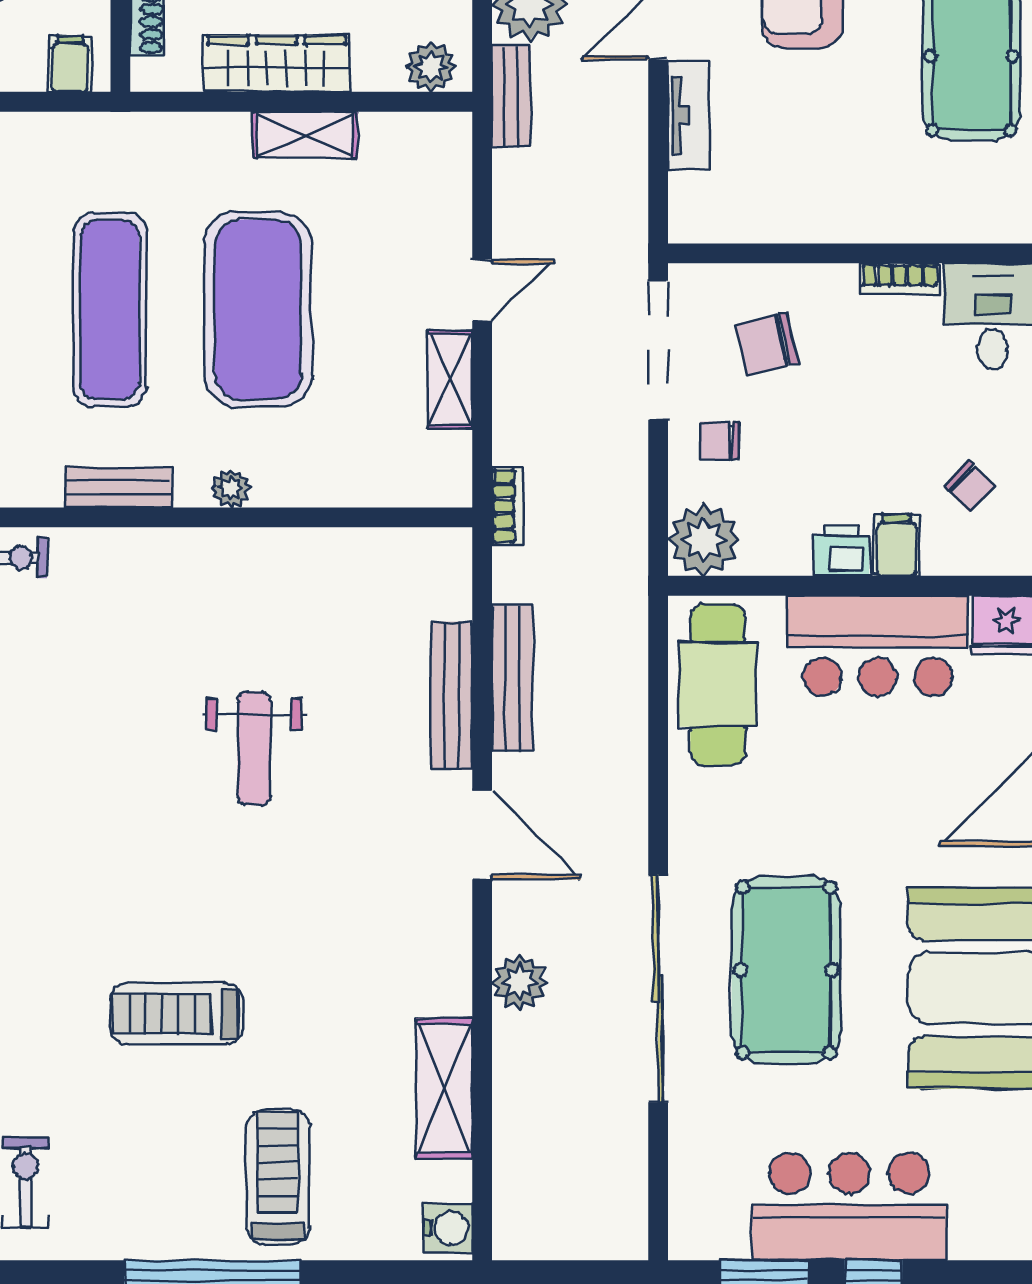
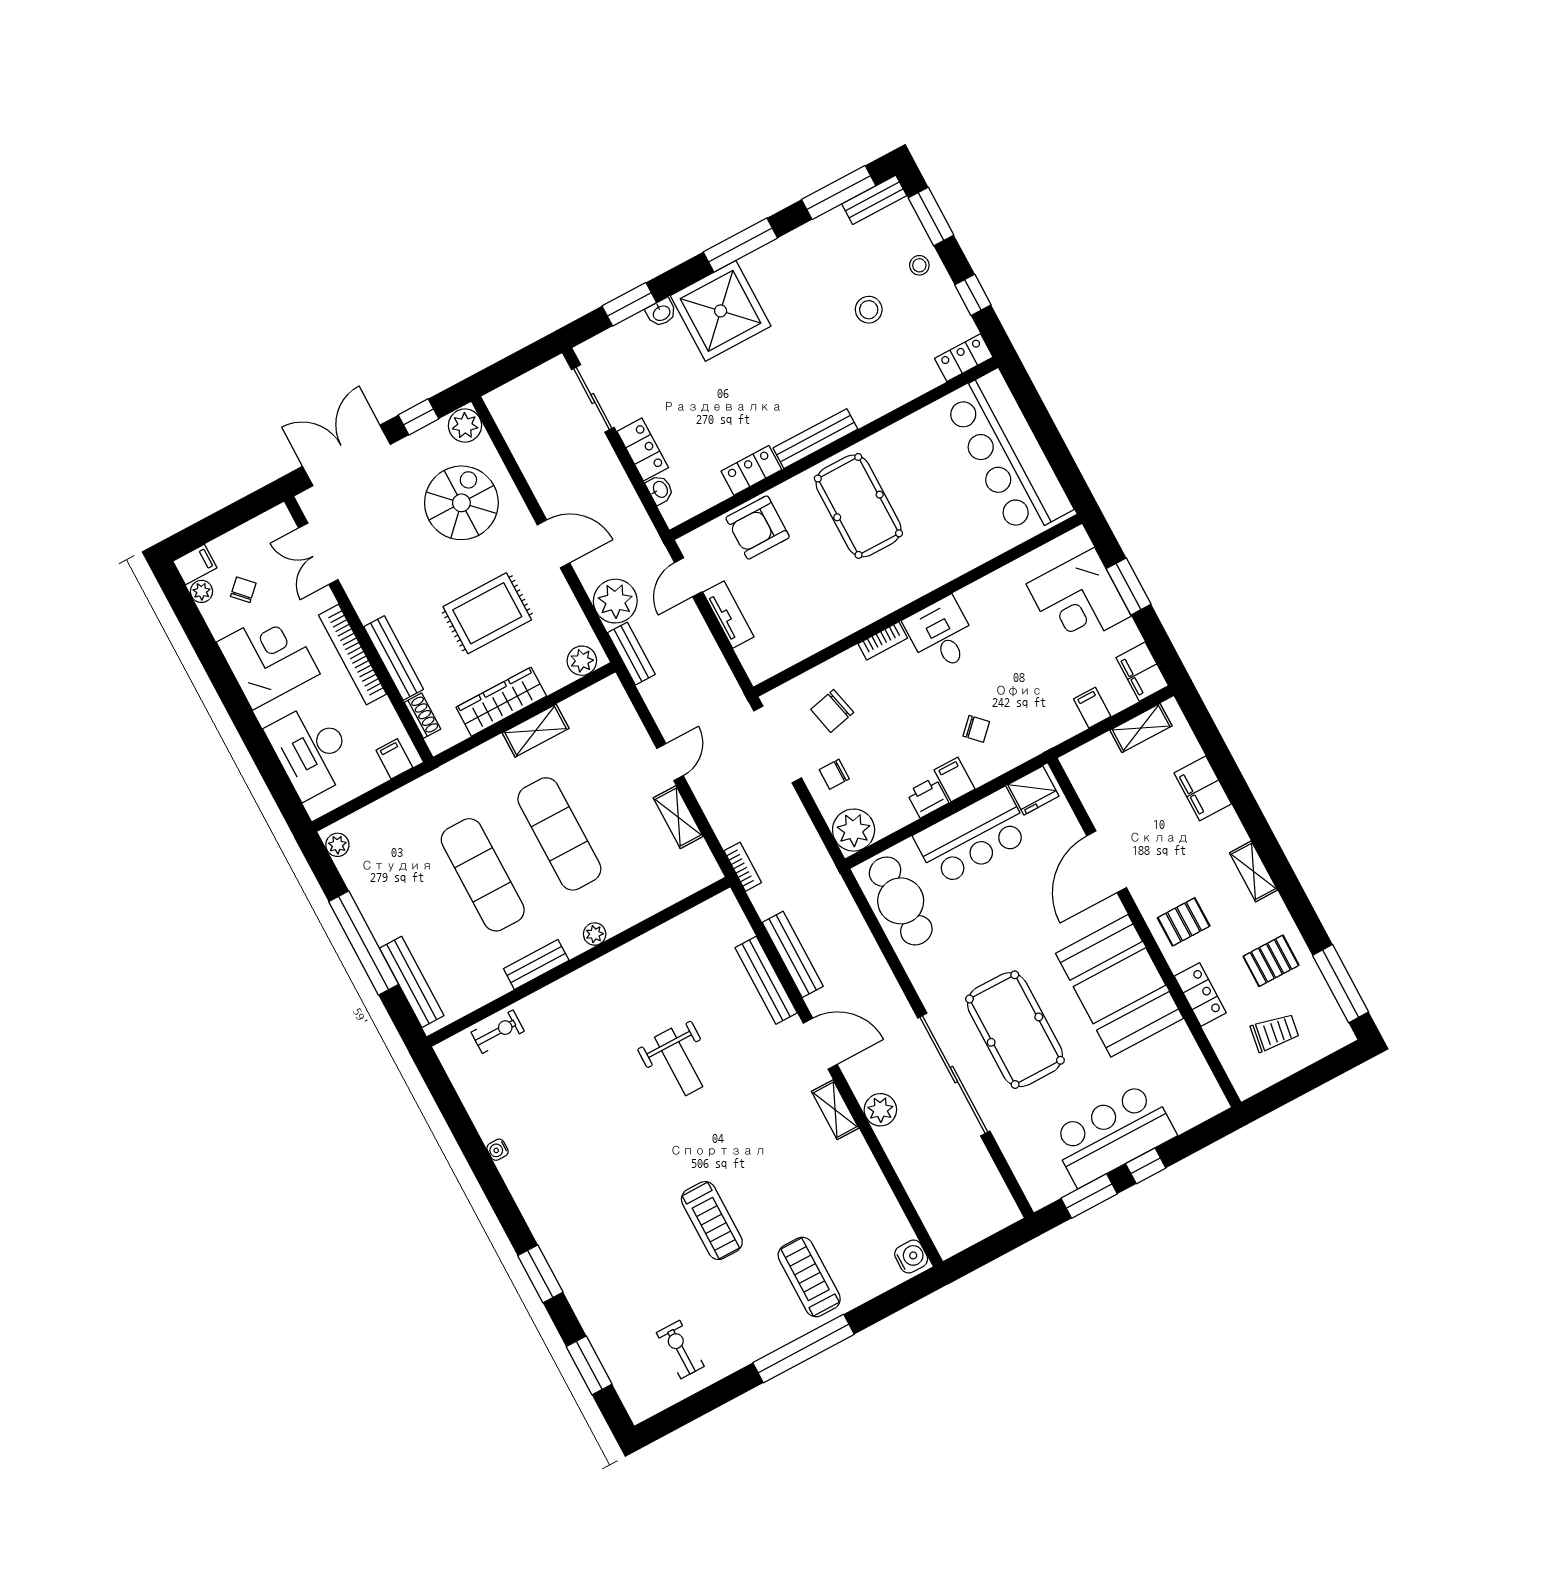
exercise mat: (258, 310) -> (559, 834), width x0.68
treadmill: (177, 1014) -> (712, 1221), turned -90
shelving: (444, 1088) -> (835, 1110), moved, width x0.67, depth x0.75

